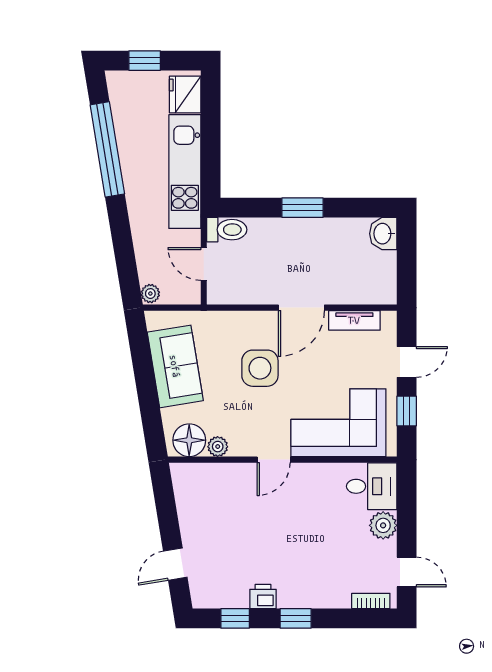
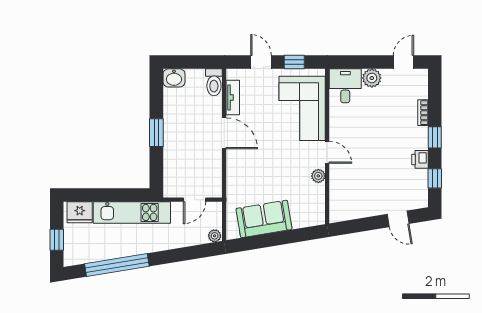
toilet: (227, 230) -> (214, 82), moved, turned 180
side table: (260, 368) -> (265, 162), removed
floor lamp: (189, 440) -> (314, 209), removed
plant: (218, 447) -> (318, 176), moved
bookcase: (371, 601) -> (423, 113), moved

